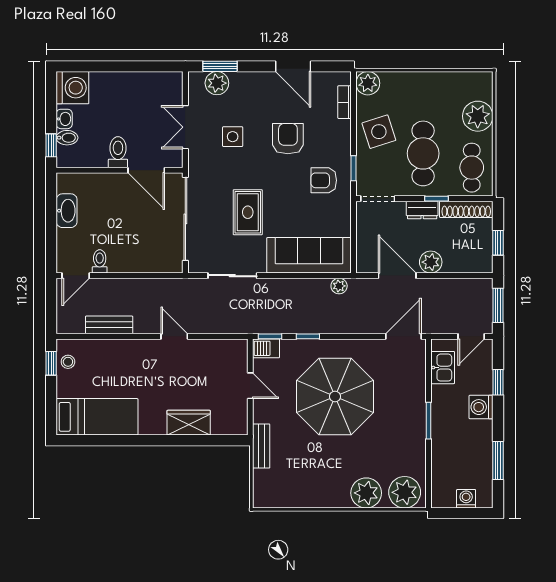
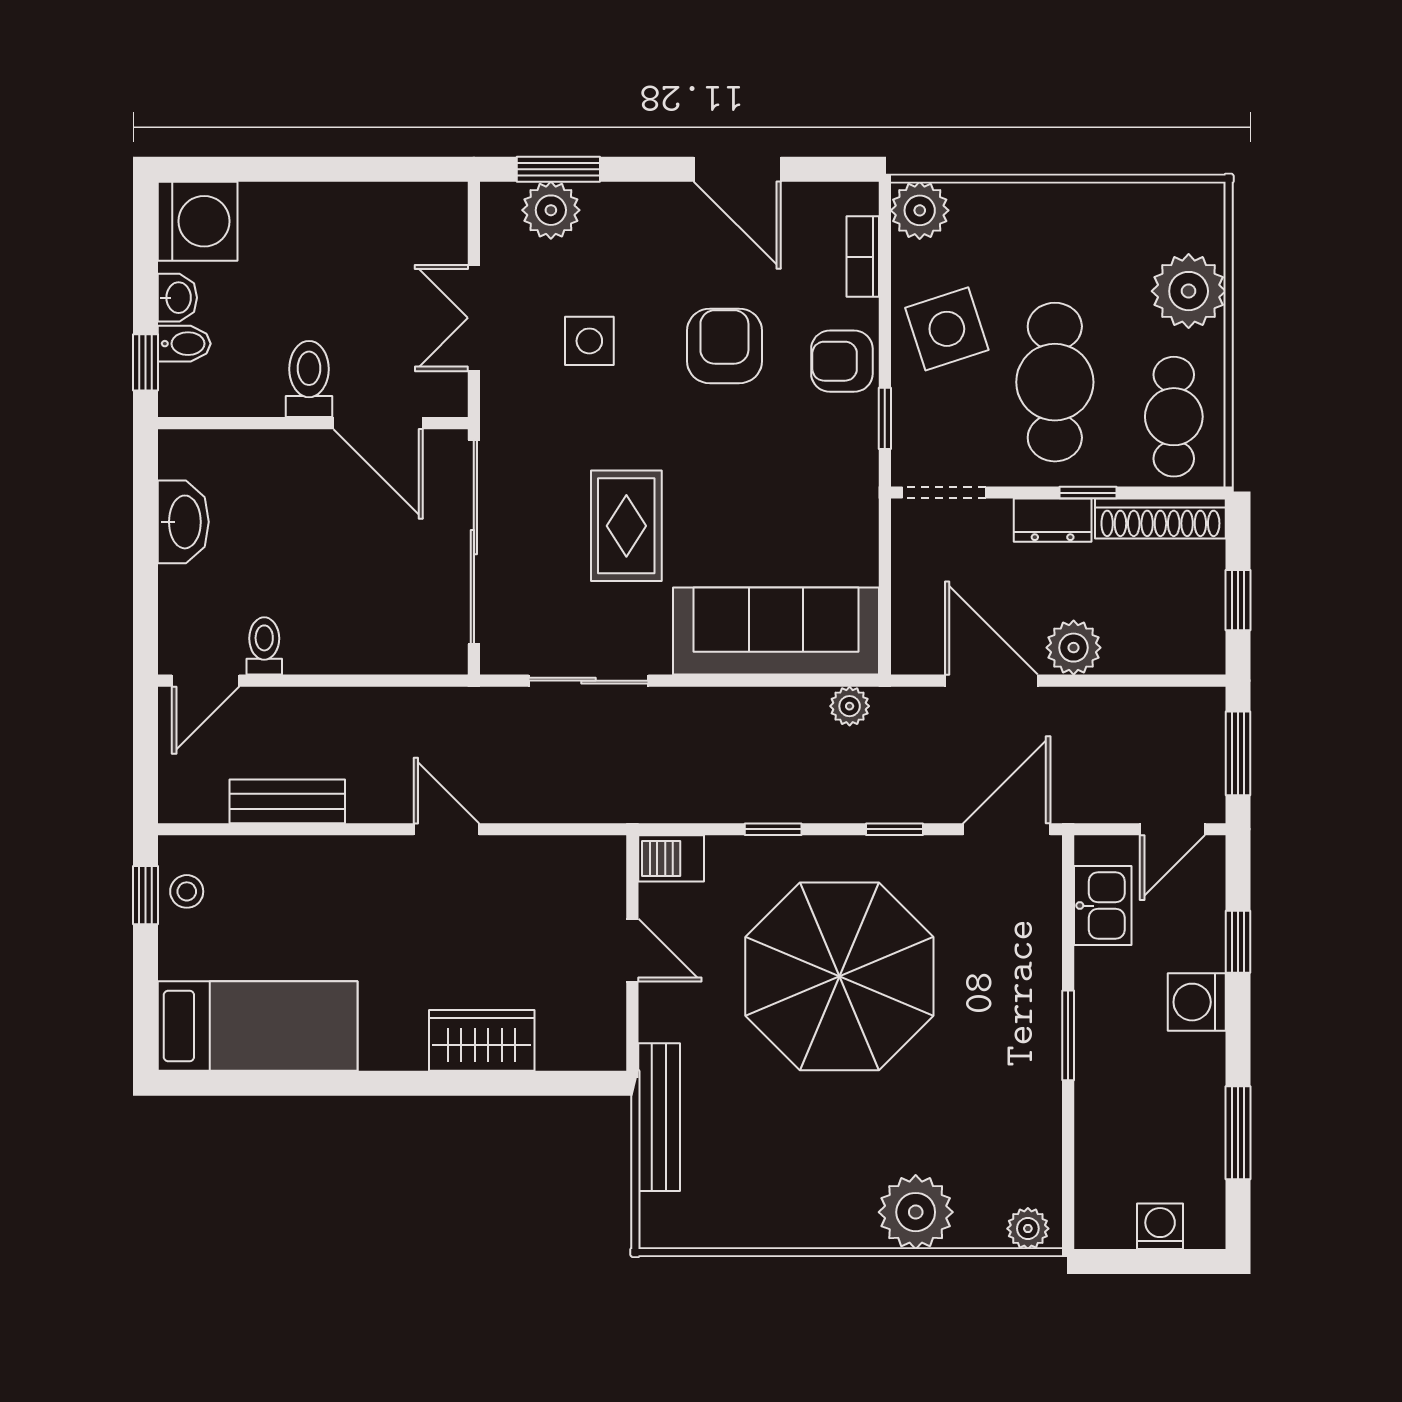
armchair: (324, 180) -> (842, 361), moved
window: (270, 336) -> (895, 829), moved
bench: (261, 446) -> (659, 1117), width x1.36
plant: (405, 492) -> (1028, 1229), width x0.53, depth x0.53

